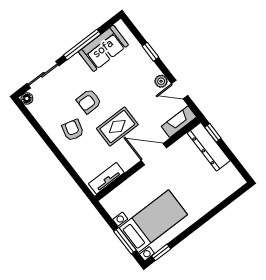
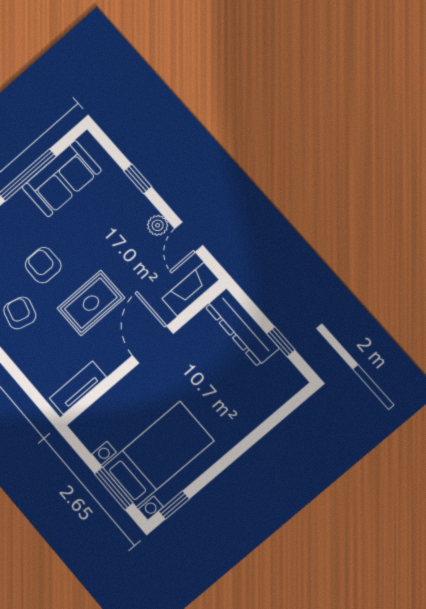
door: (180, 90) -> (189, 237), hinge flipped
armchair: (89, 101) -> (43, 265), turned 90
window: (213, 133) -> (281, 342), moved
door: (154, 154) -> (153, 344), hinge flipped

